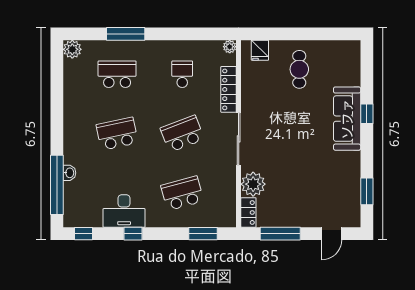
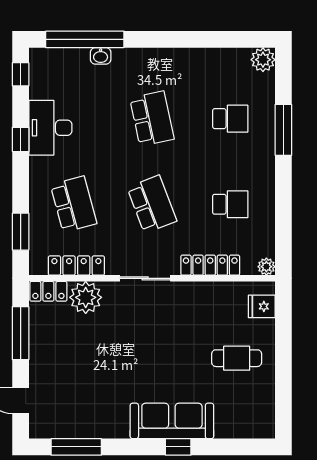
school desk: (117, 74) -> (230, 119), width x0.54
sliding door: (239, 139) -> (145, 278), width x0.73
locker: (229, 191) -> (76, 266), added
window: (367, 191) -> (76, 447), width x1.44

